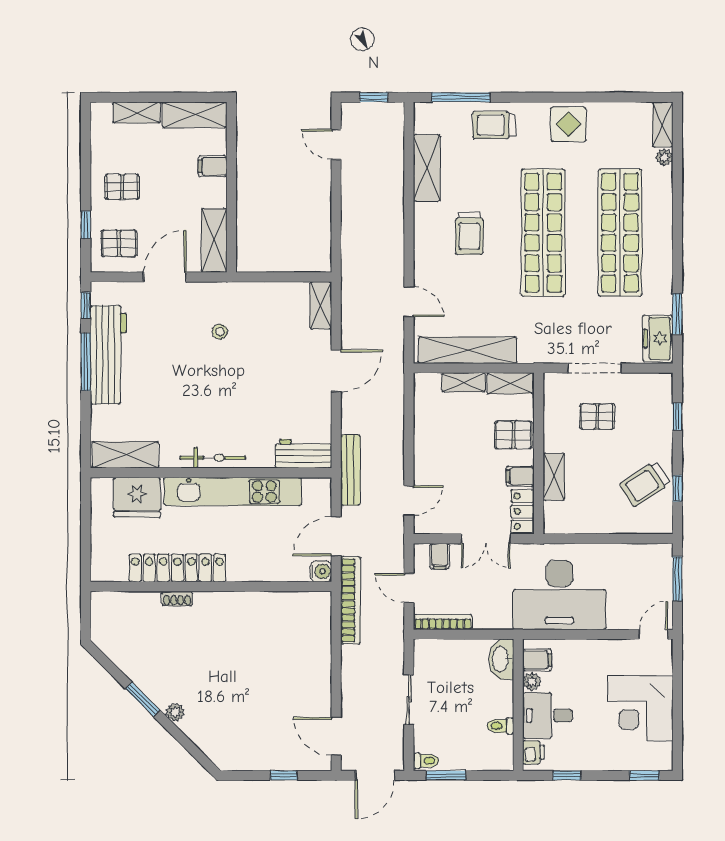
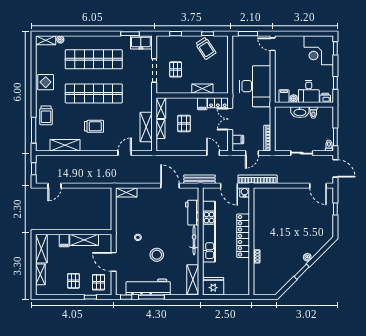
shelving: (214, 241) -> (84, 240), moved
shelving: (468, 350) -> (146, 127), width x0.68
door: (336, 371) -> (170, 186), moved
stool: (181, 374) -> (157, 255), added
pallet: (513, 435) -> (184, 123), moved
workbench: (303, 454) -> (192, 213), moved
fridge: (137, 497) -> (213, 286), moved, turned -90
double door: (486, 539) -> (230, 119), swing flipped
locker: (177, 568) -> (243, 236), moved
washbasin: (501, 659) -> (300, 112), moved
corner desk: (640, 708) -> (319, 50), moved, turned 90
door: (336, 736) -> (318, 186), hinge flipped

